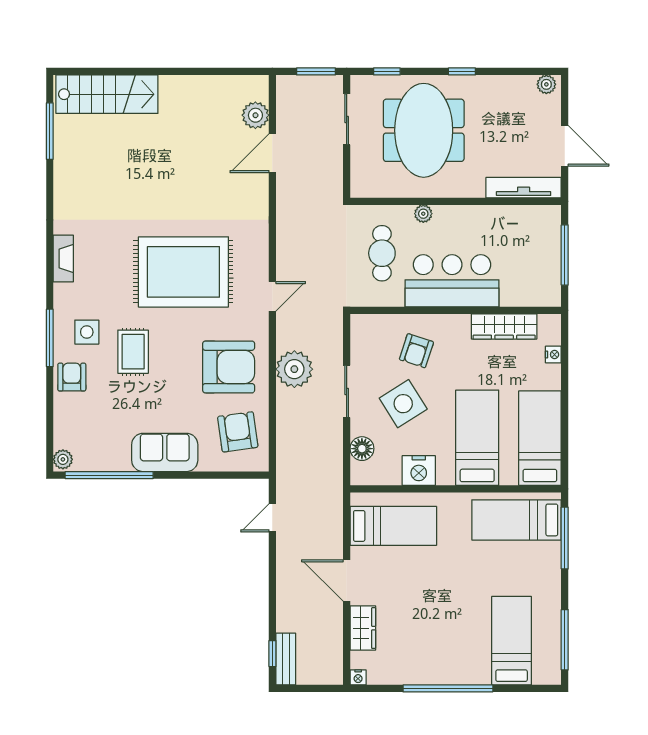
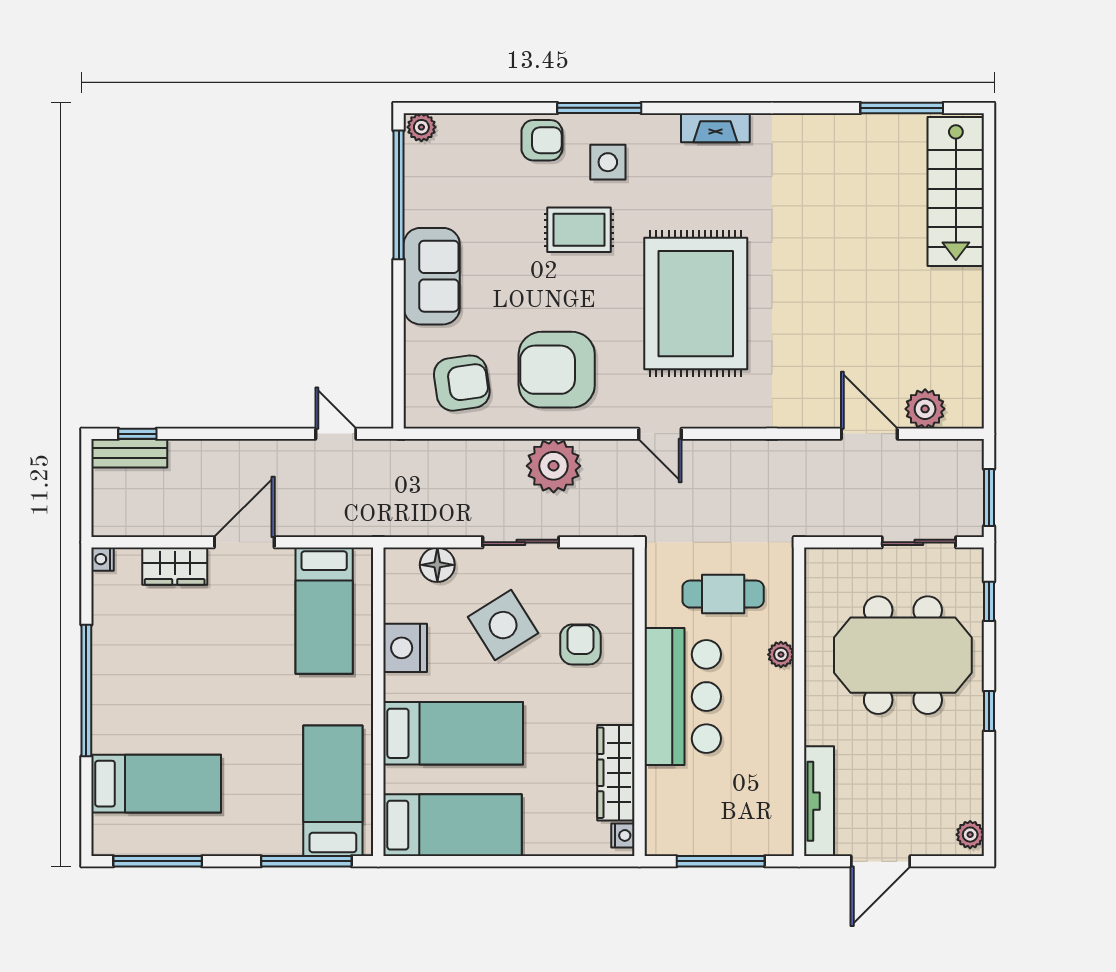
armchair: (416, 351) -> (580, 644), turned 72
nightstand: (553, 355) -> (623, 835), moved, turned -90
armchair: (229, 367) -> (557, 370), turned 90

